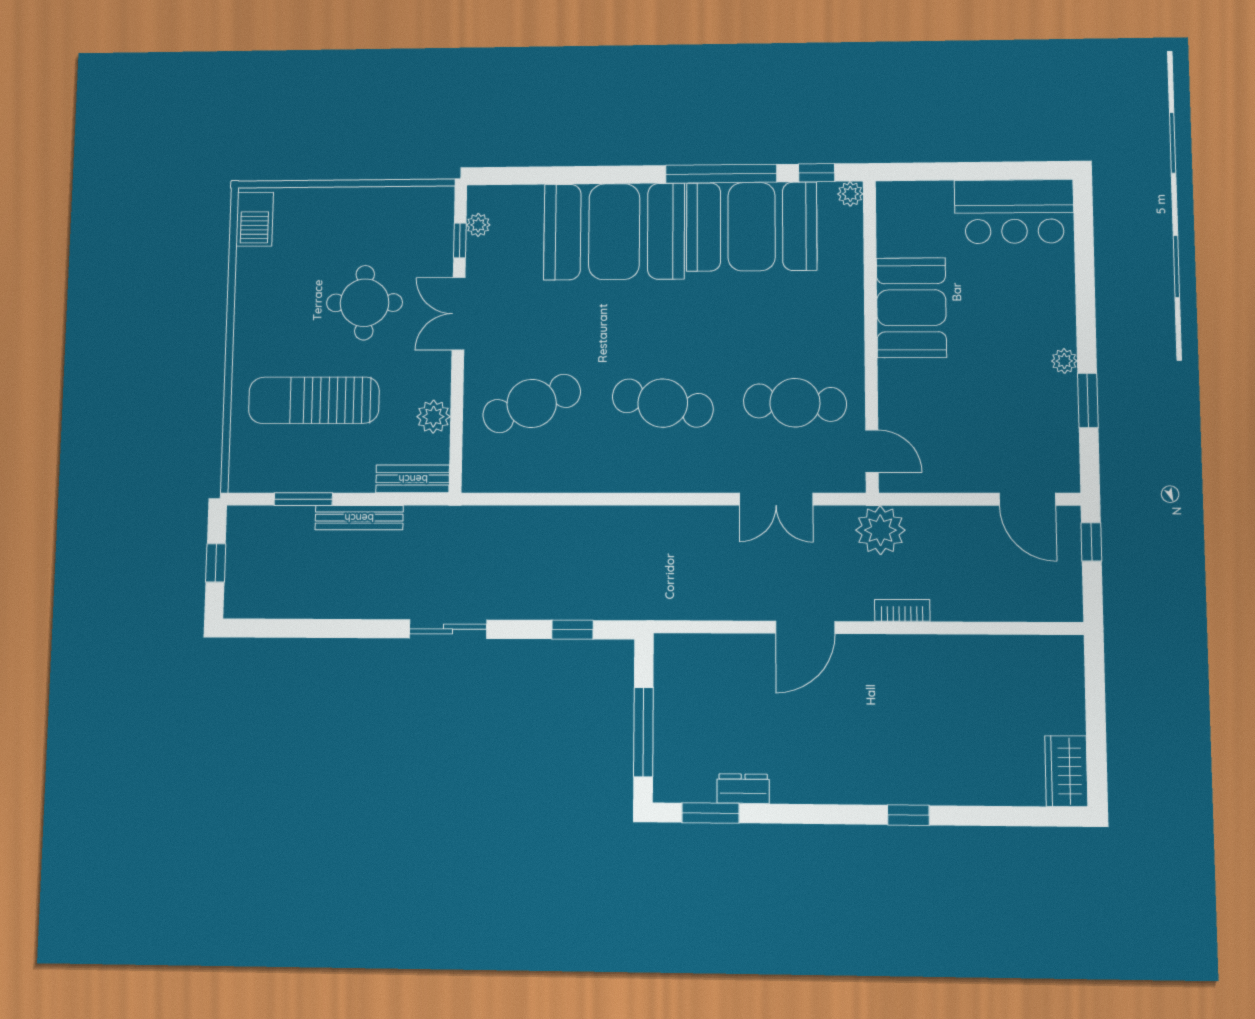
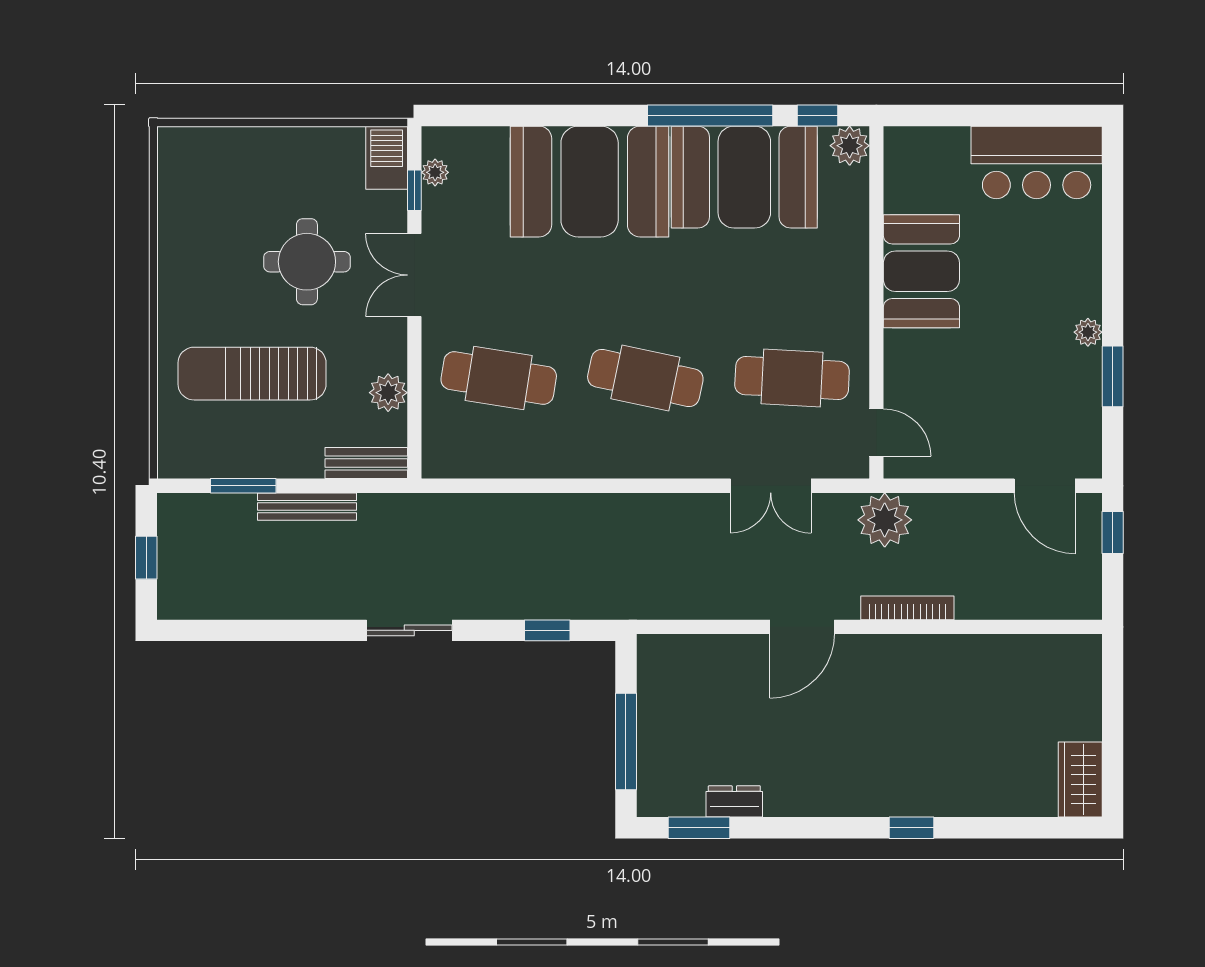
plant: (850, 194) -> (850, 146), width x1.38, depth x1.38
barbecue: (255, 219) -> (387, 158), moved, turned 180
cafe table: (532, 403) -> (499, 378), turned 30
bookcase: (902, 610) -> (907, 608), width x1.56

